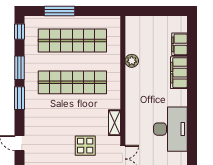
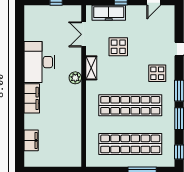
plant: (132, 61) -> (75, 78), moved
filing cabinet: (179, 73) -> (32, 98), moved
display table: (43, 117) -> (157, 73), added

